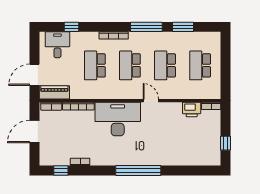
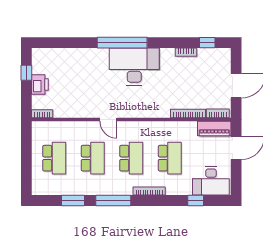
desk: (57, 45) -> (211, 181), width x1.37
printer: (192, 109) -> (40, 84), moved, turned 90
desk: (118, 119) -> (134, 67), moved, turned 180

